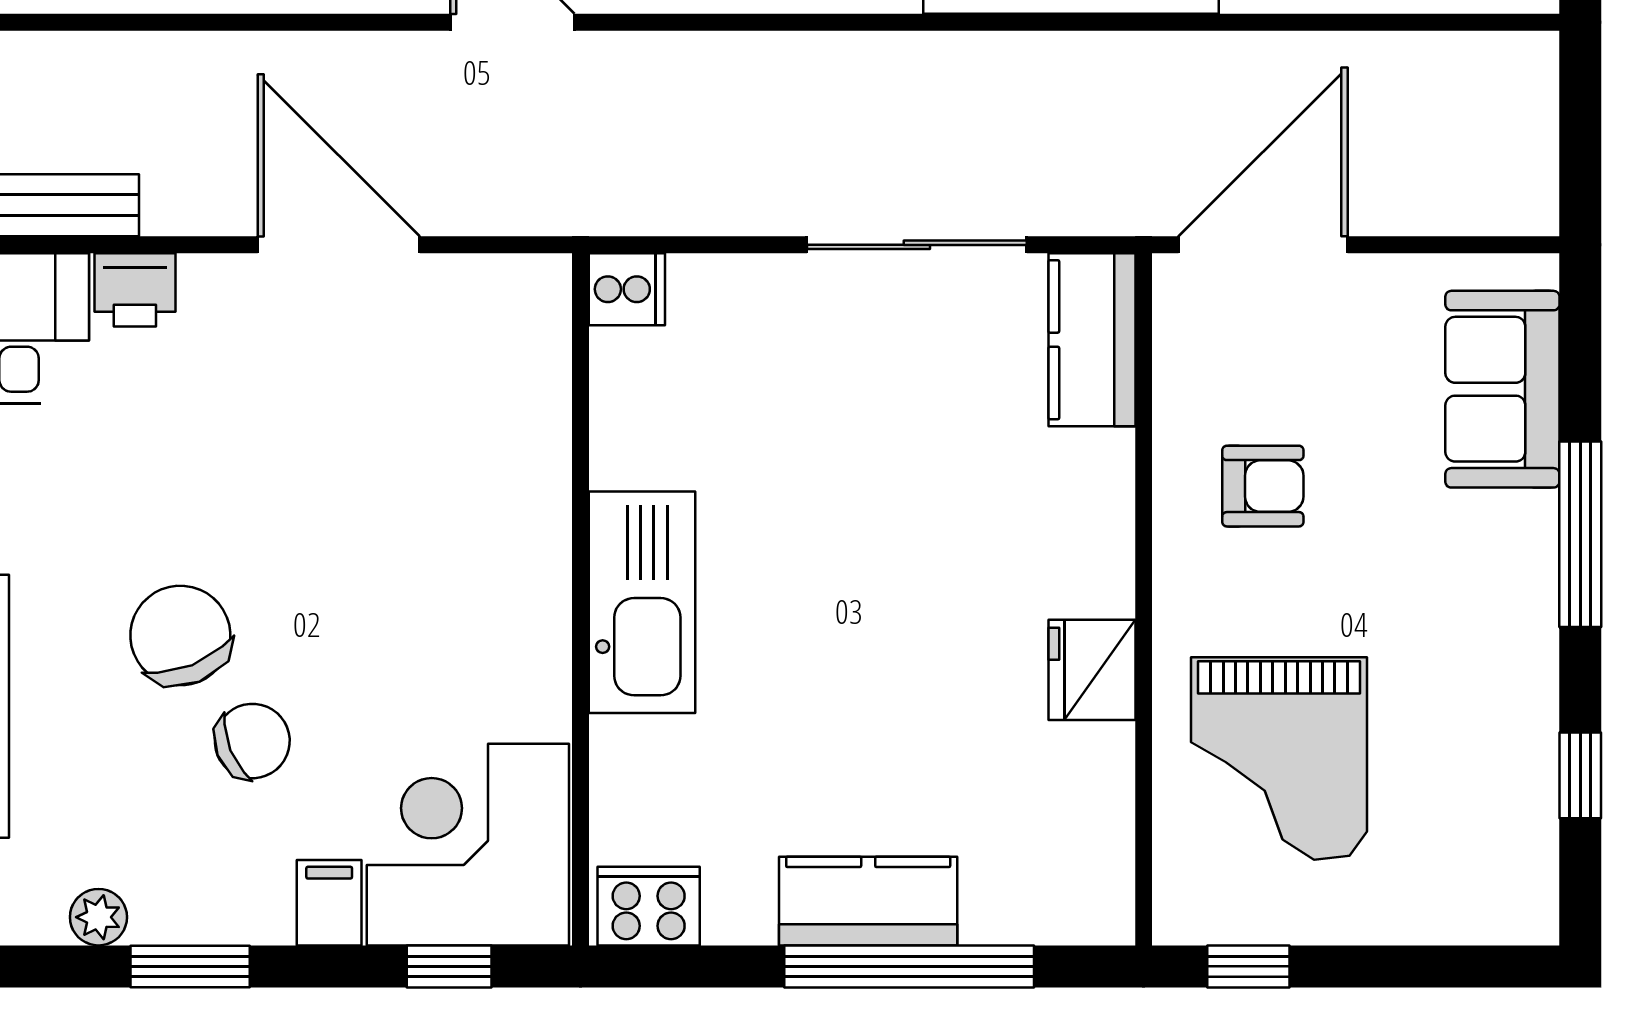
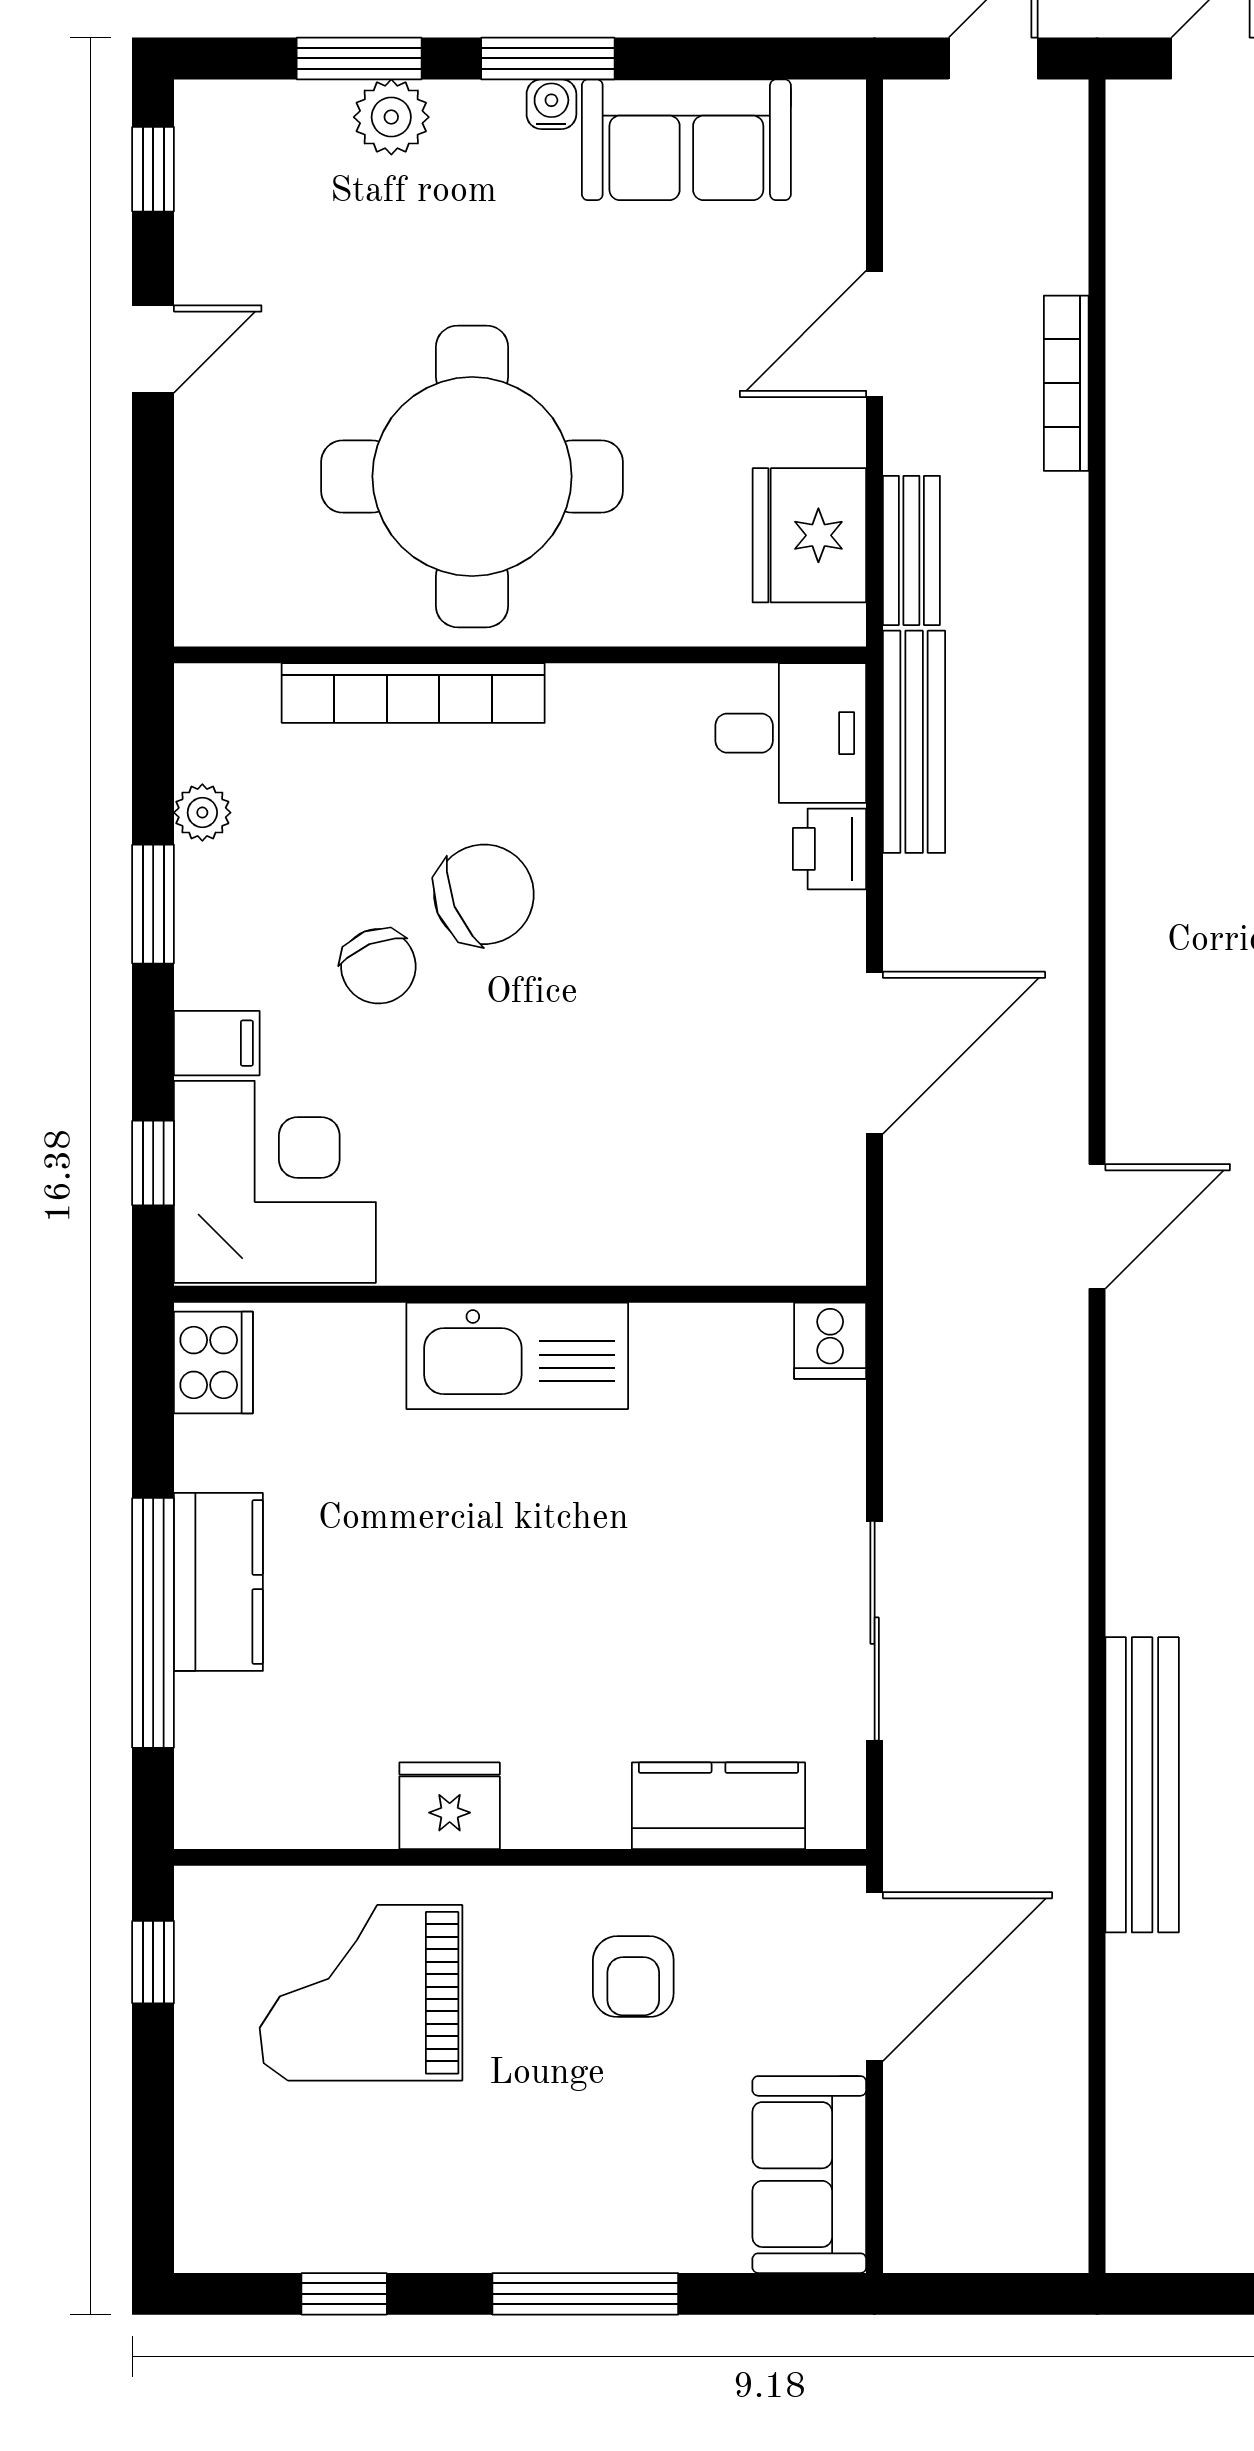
door: (1263, 245) -> (875, 1977), hinge flipped
kitchen counter: (1092, 340) -> (718, 1806), moved
sofa: (1502, 389) -> (809, 2175), moved, turned -90

